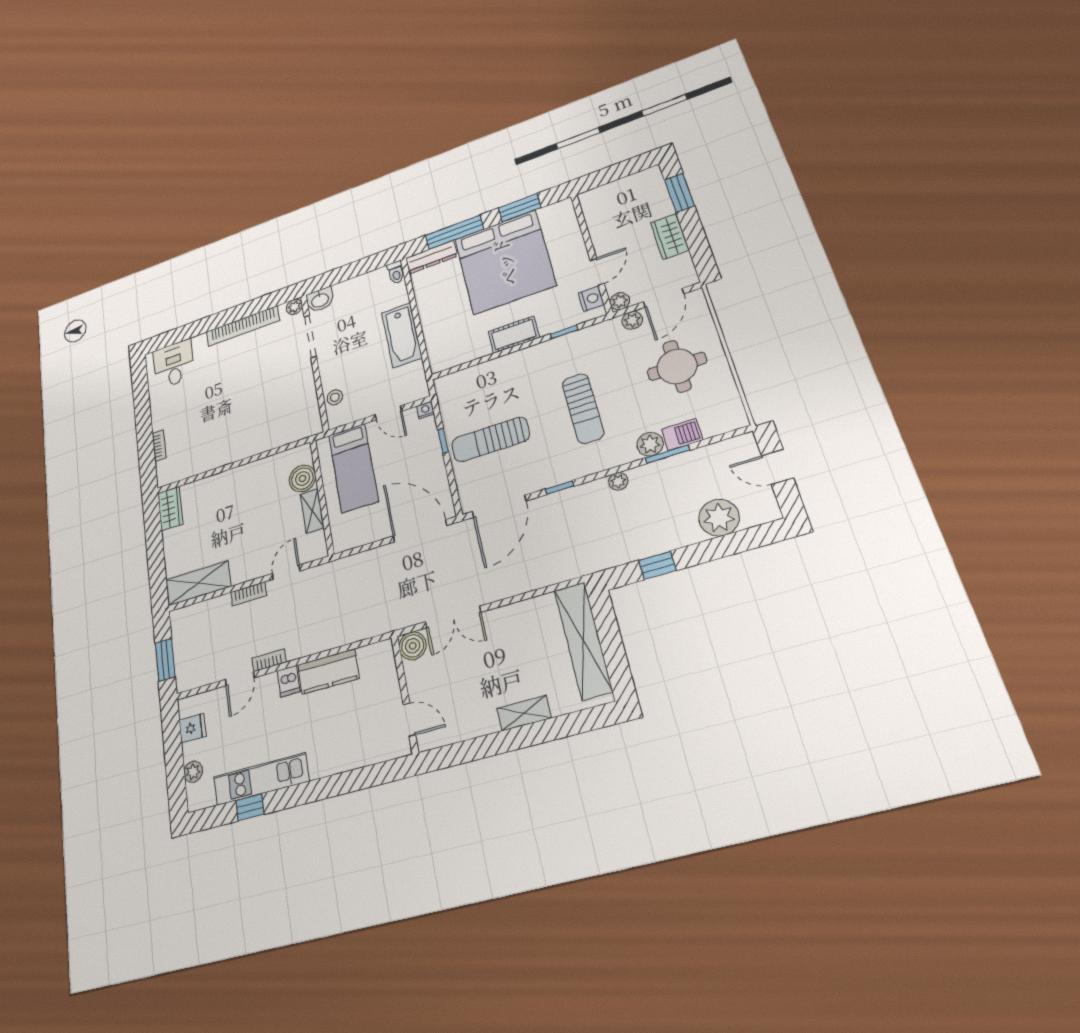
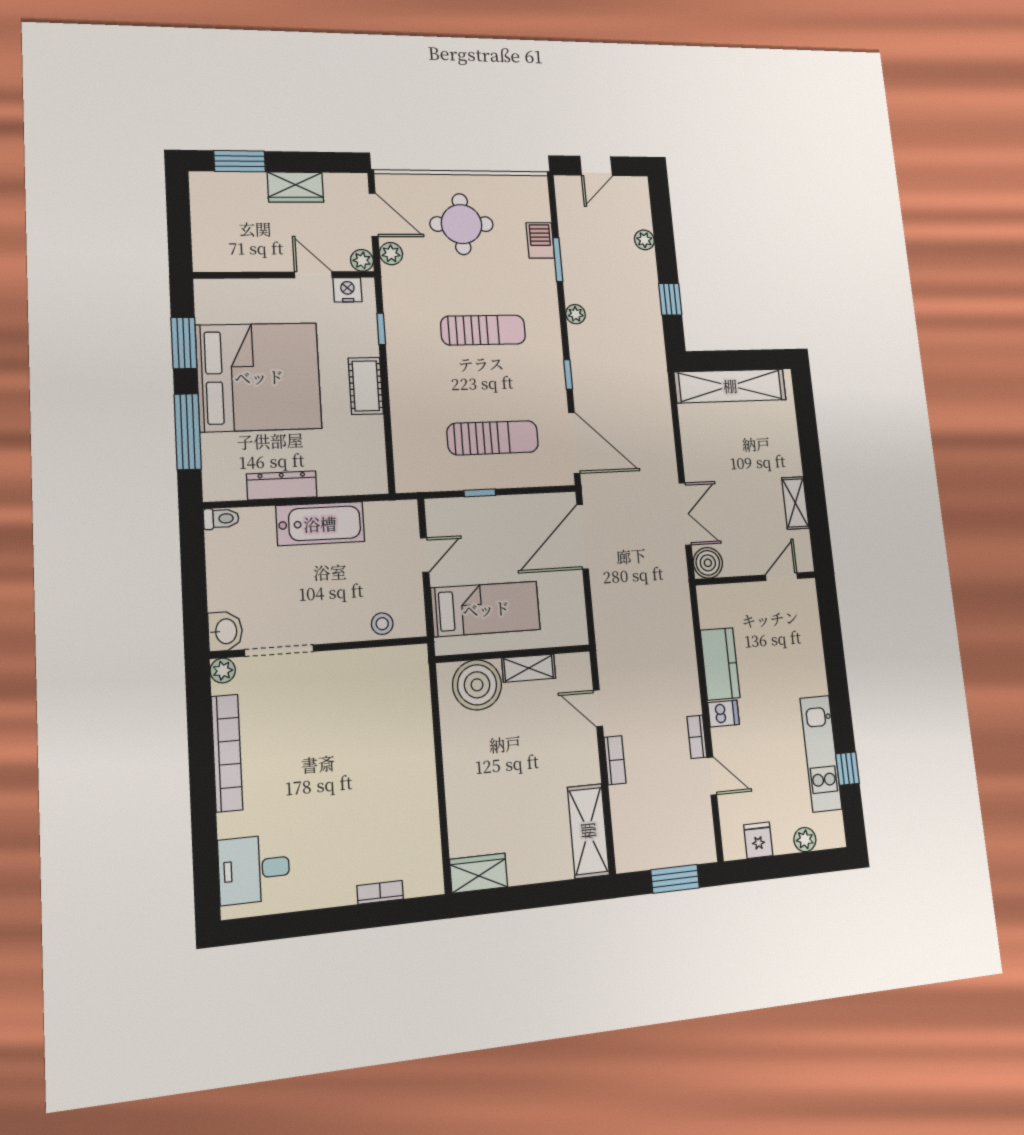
dresser: (431, 257) -> (282, 485), moved, turned -90
nightstand: (425, 410) -> (434, 508), removed
sun lounger: (490, 439) -> (493, 438), turned -90
plant: (650, 444) -> (543, 273), removed
boiler: (303, 479) -> (477, 685), width x1.37, depth x1.37
plant: (719, 518) -> (644, 240), width x0.53, depth x0.53
shelving: (524, 713) -> (795, 503), moved

